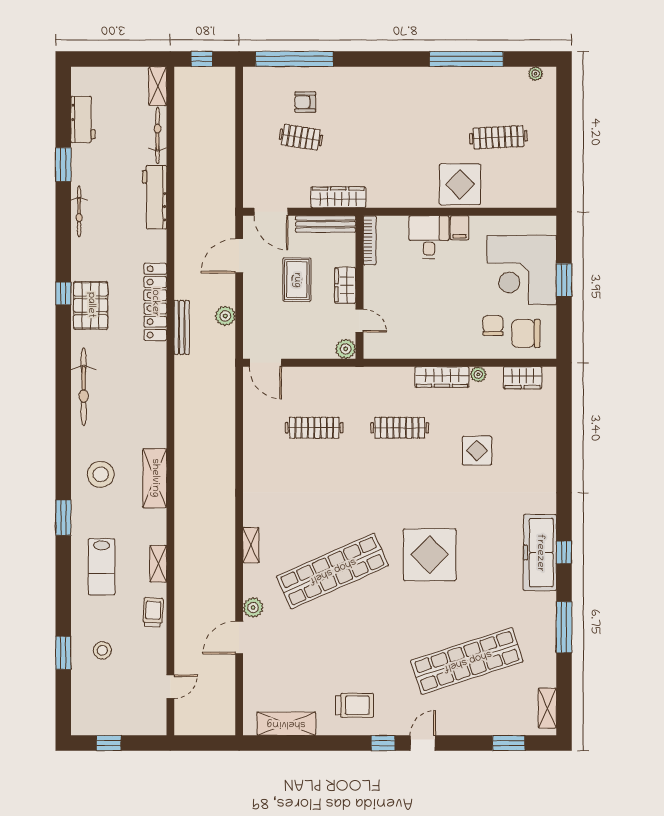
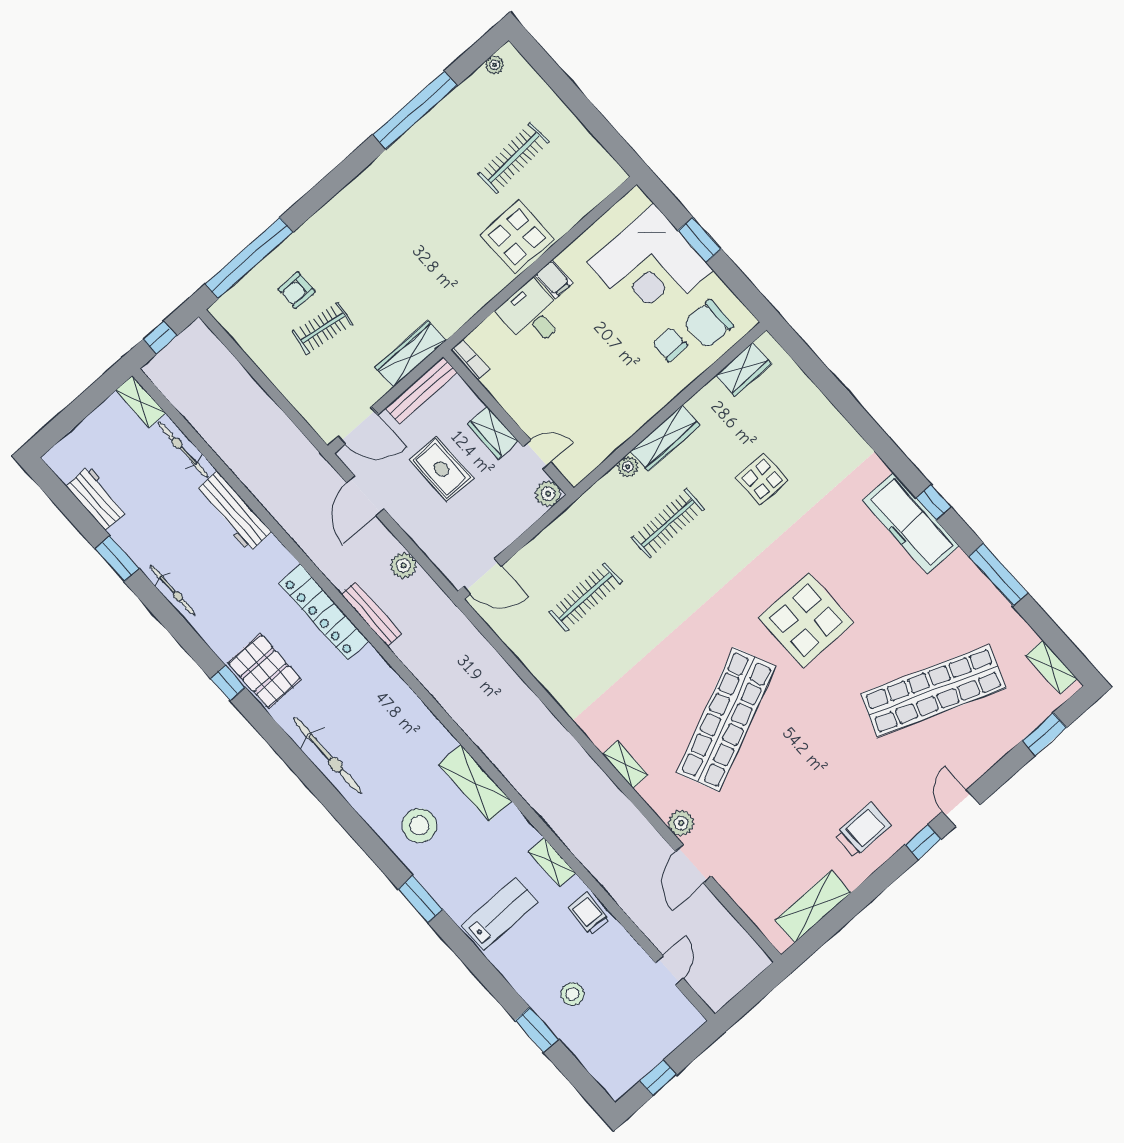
bookcase: (370, 240) -> (470, 360), width x0.64
plant: (478, 374) -> (628, 467), moved
lab bench: (102, 567) -> (500, 914), turned -90
shop shelf: (467, 661) -> (933, 691), turned 39

